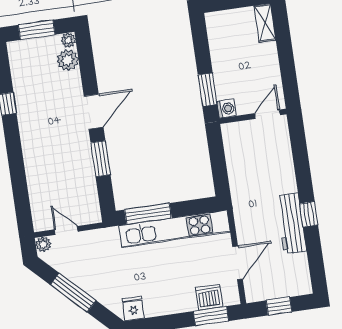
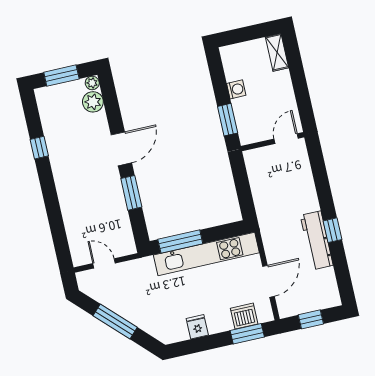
washing machine: (226, 109) -> (236, 89), moved
plant: (43, 244) -> (83, 278), removed
fridge: (133, 308) -> (197, 327), moved

